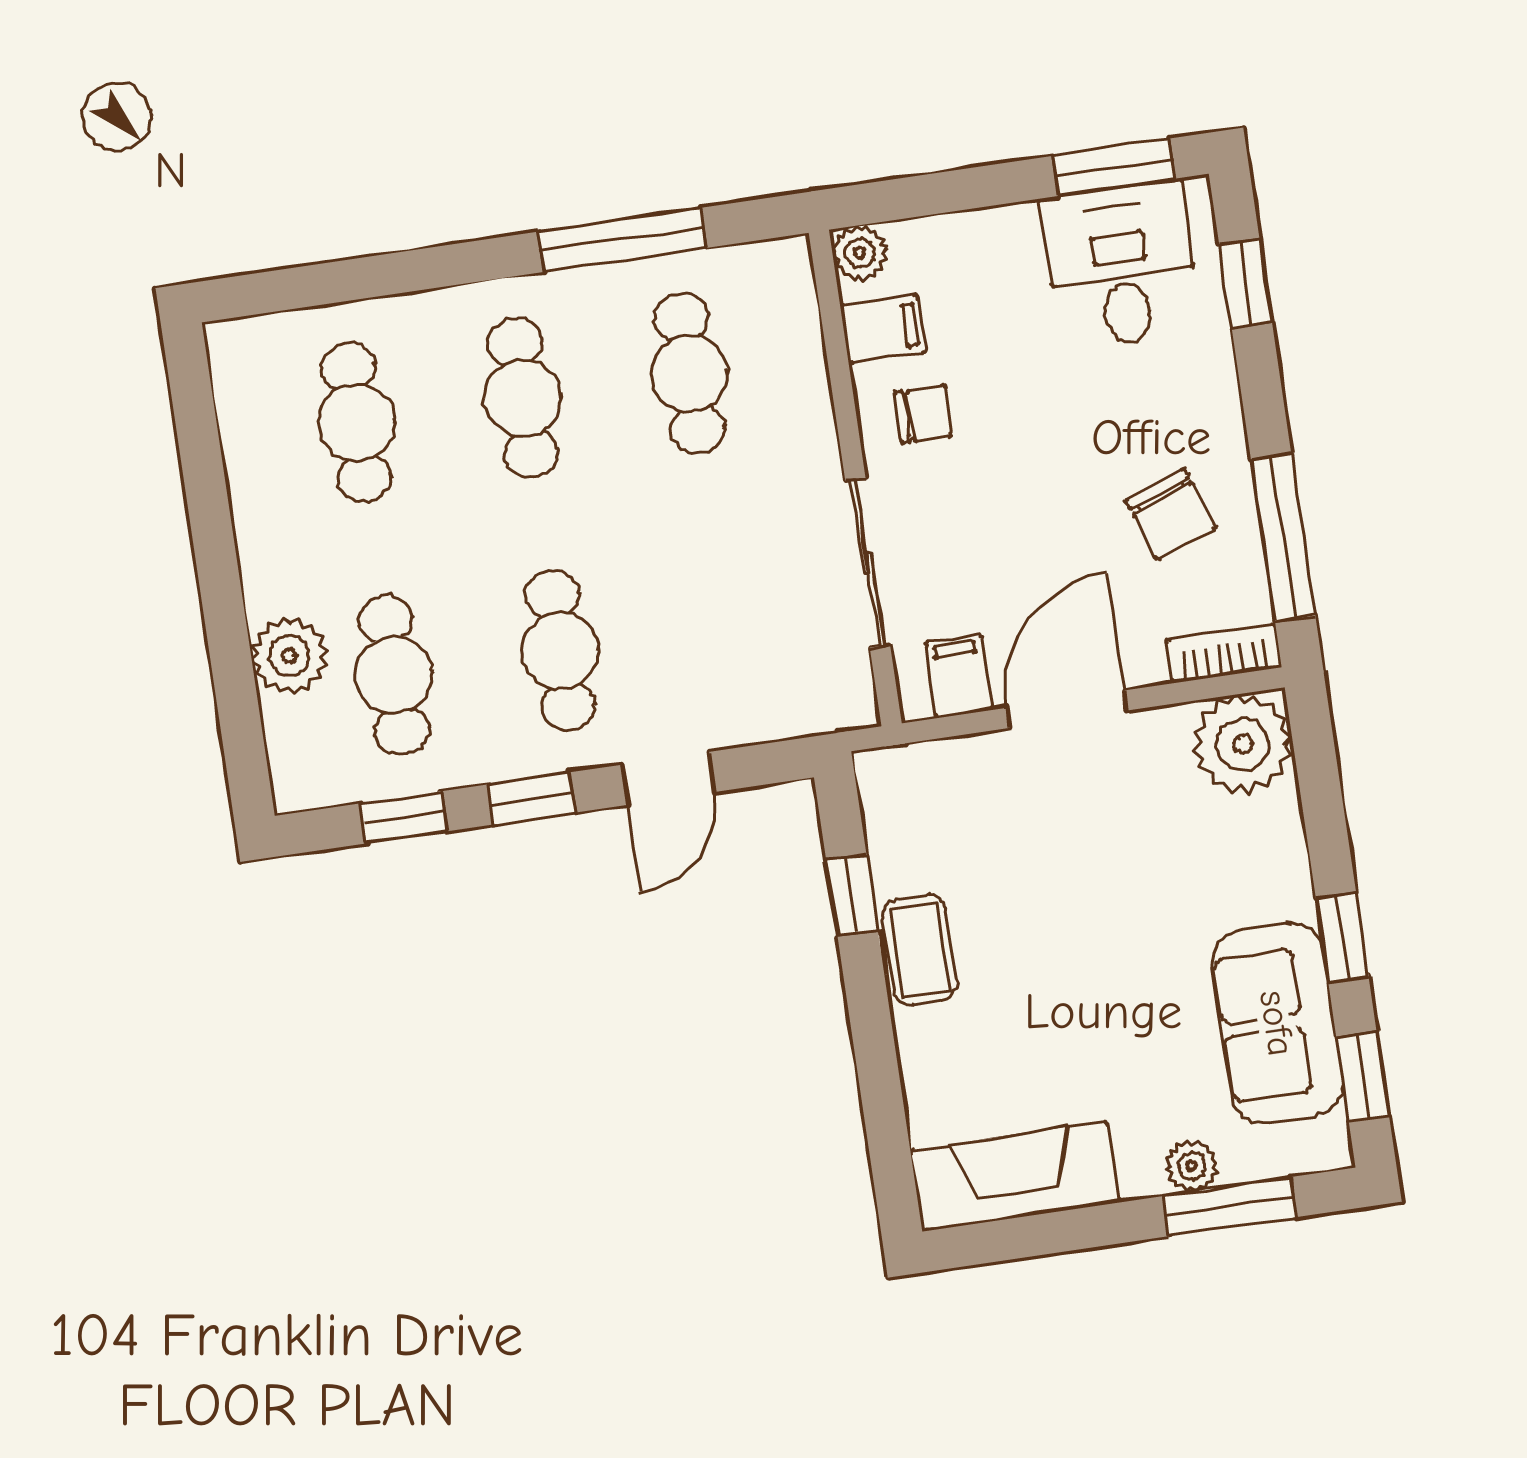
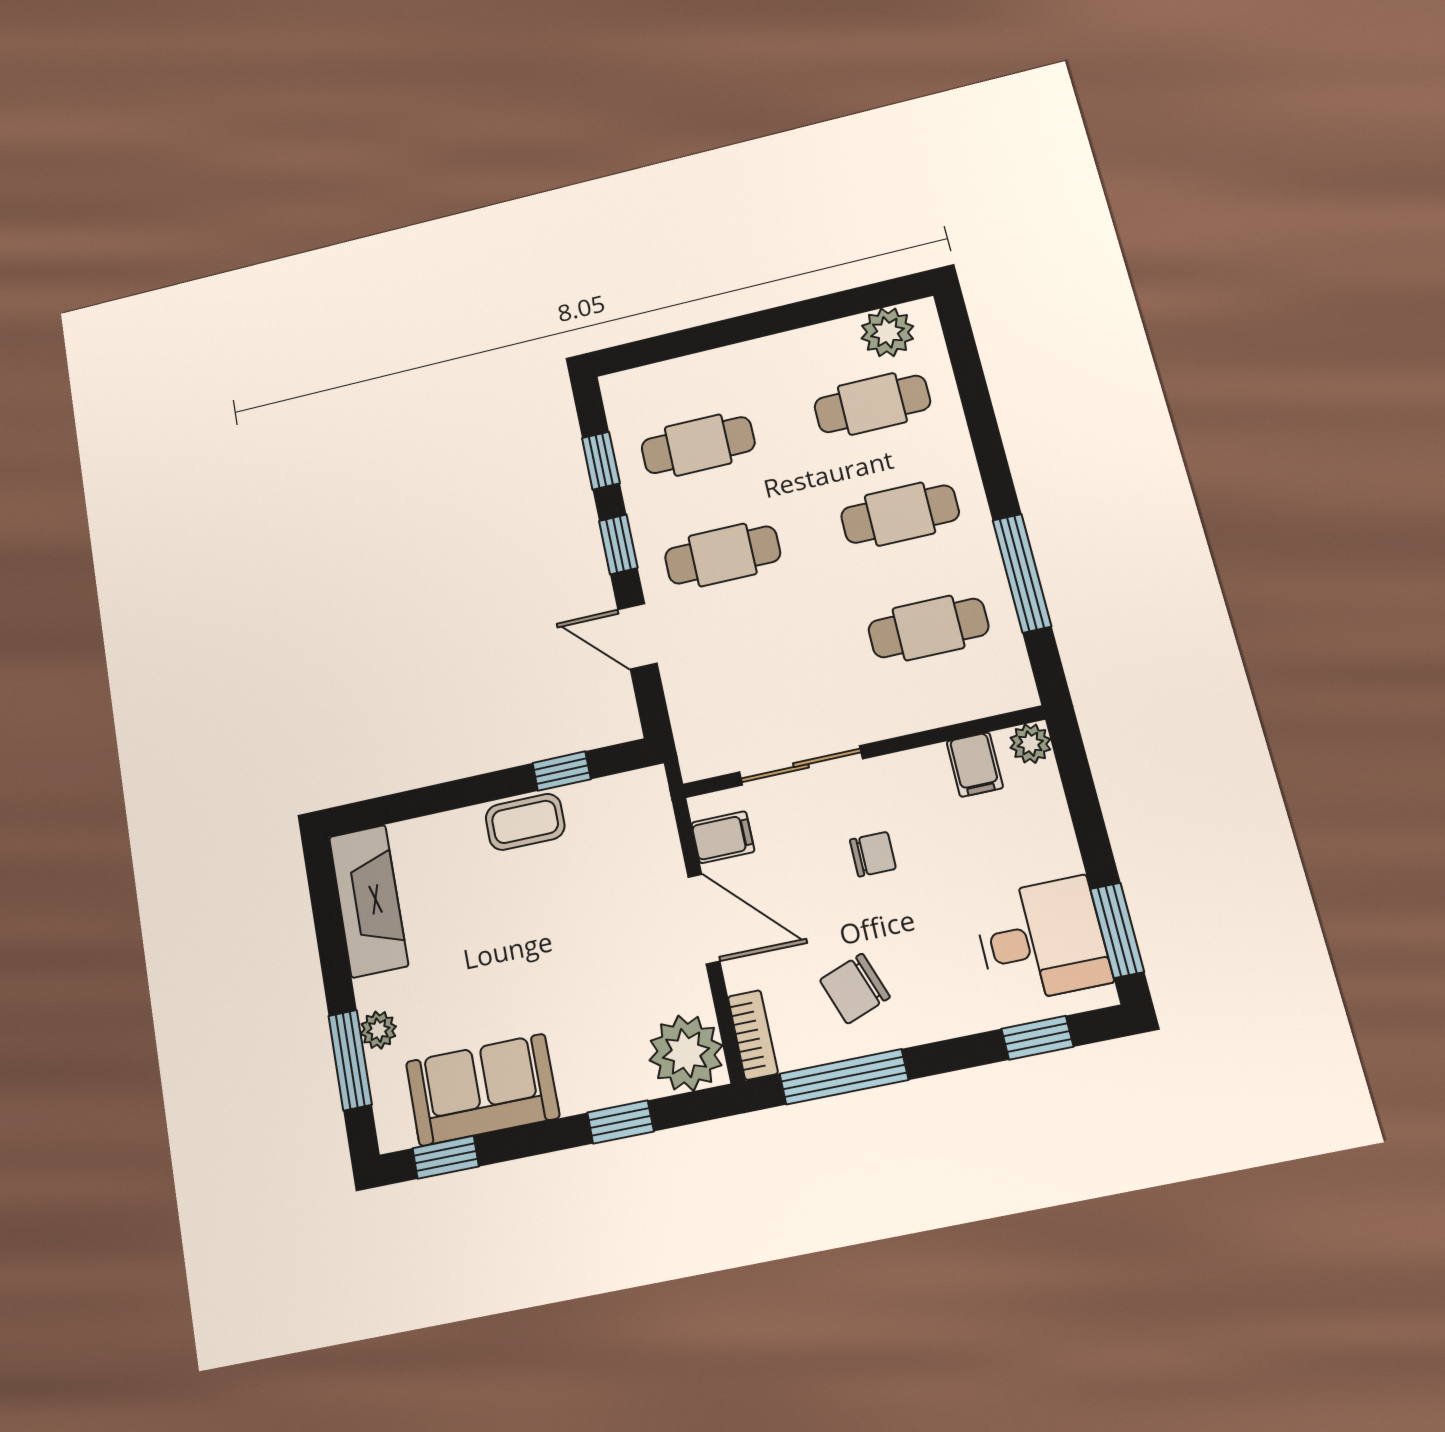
chair: (923, 414) -> (873, 854), moved, turned -90
plant: (289, 656) -> (887, 332), moved
window: (1342, 938) -> (620, 1122), moved

